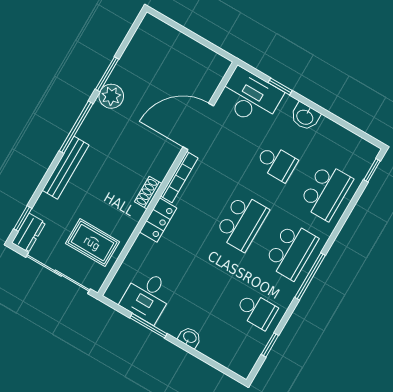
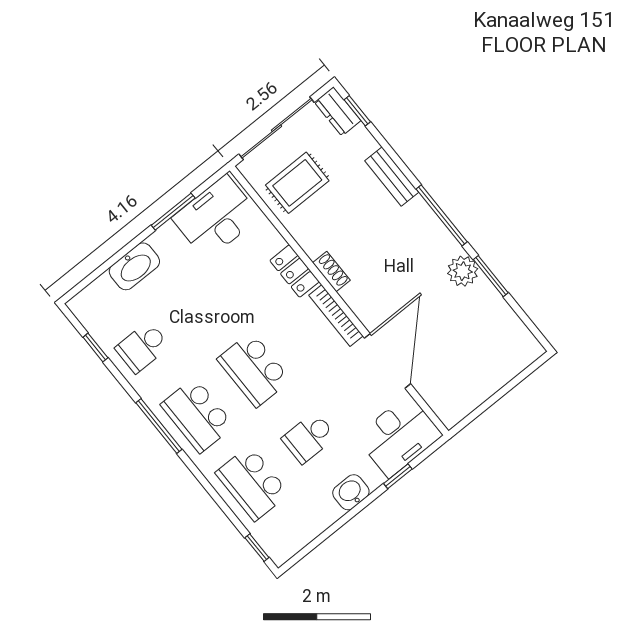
bench: (66, 168) -> (392, 176), width x0.73
desk: (147, 296) -> (216, 217), width x1.37
washbasin: (190, 337) -> (134, 266), width x1.91, depth x1.45

